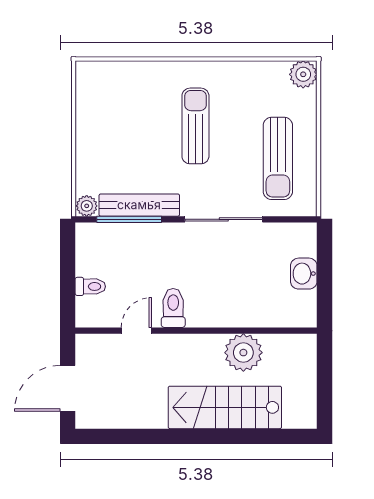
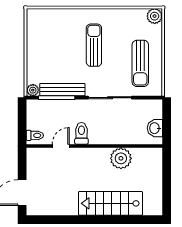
toilet: (173, 308) -> (81, 133), moved
door: (136, 331) -> (61, 146), moved
wall: (196, 331) -> (94, 146), moved
plant: (243, 353) -> (121, 158), moved

